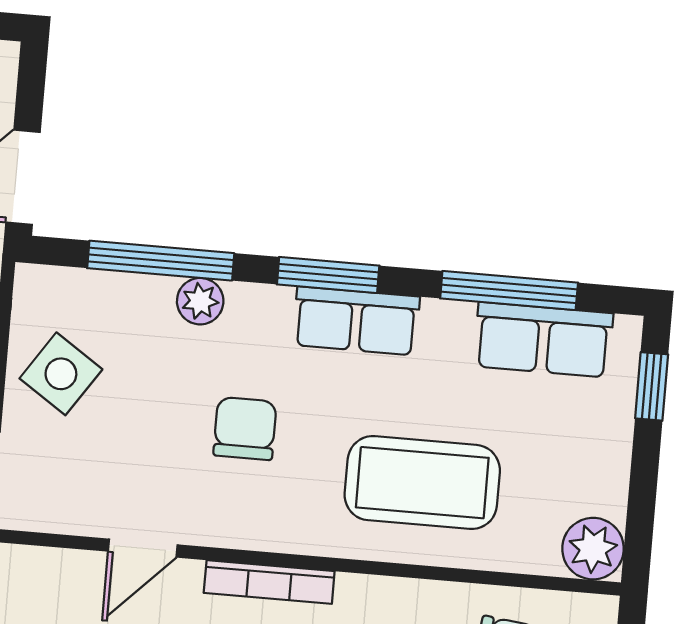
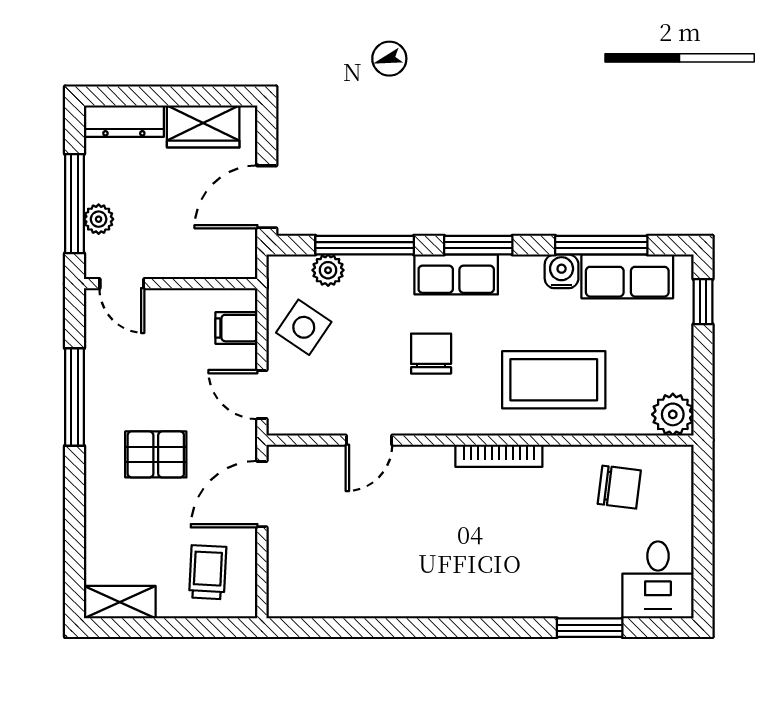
plant: (200, 301) -> (328, 270), moved
row of seats: (356, 321) -> (456, 274), moved
water cooler: (447, 324) -> (562, 271), added
bookcase: (269, 582) -> (499, 456), moved

